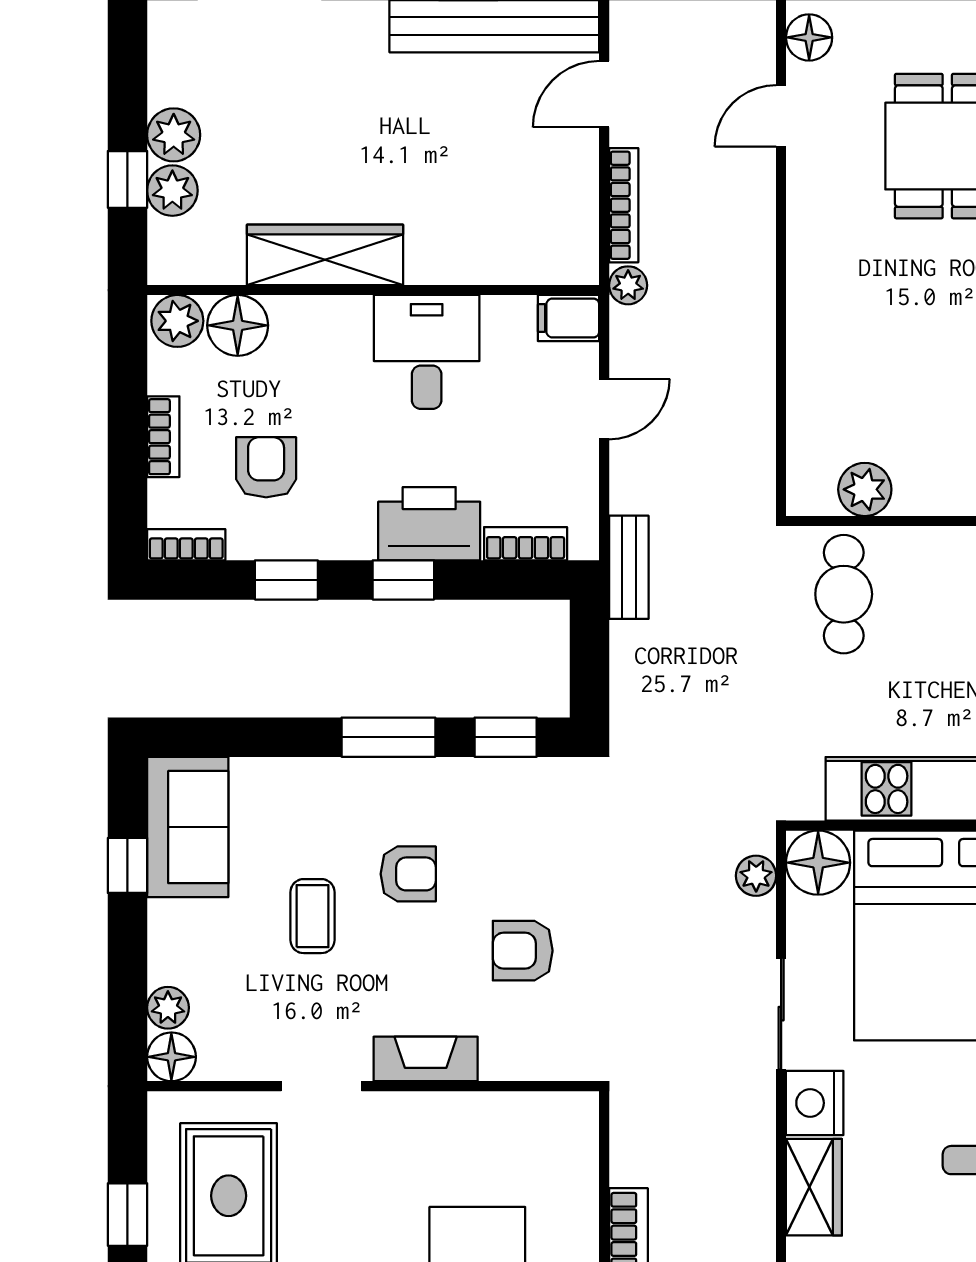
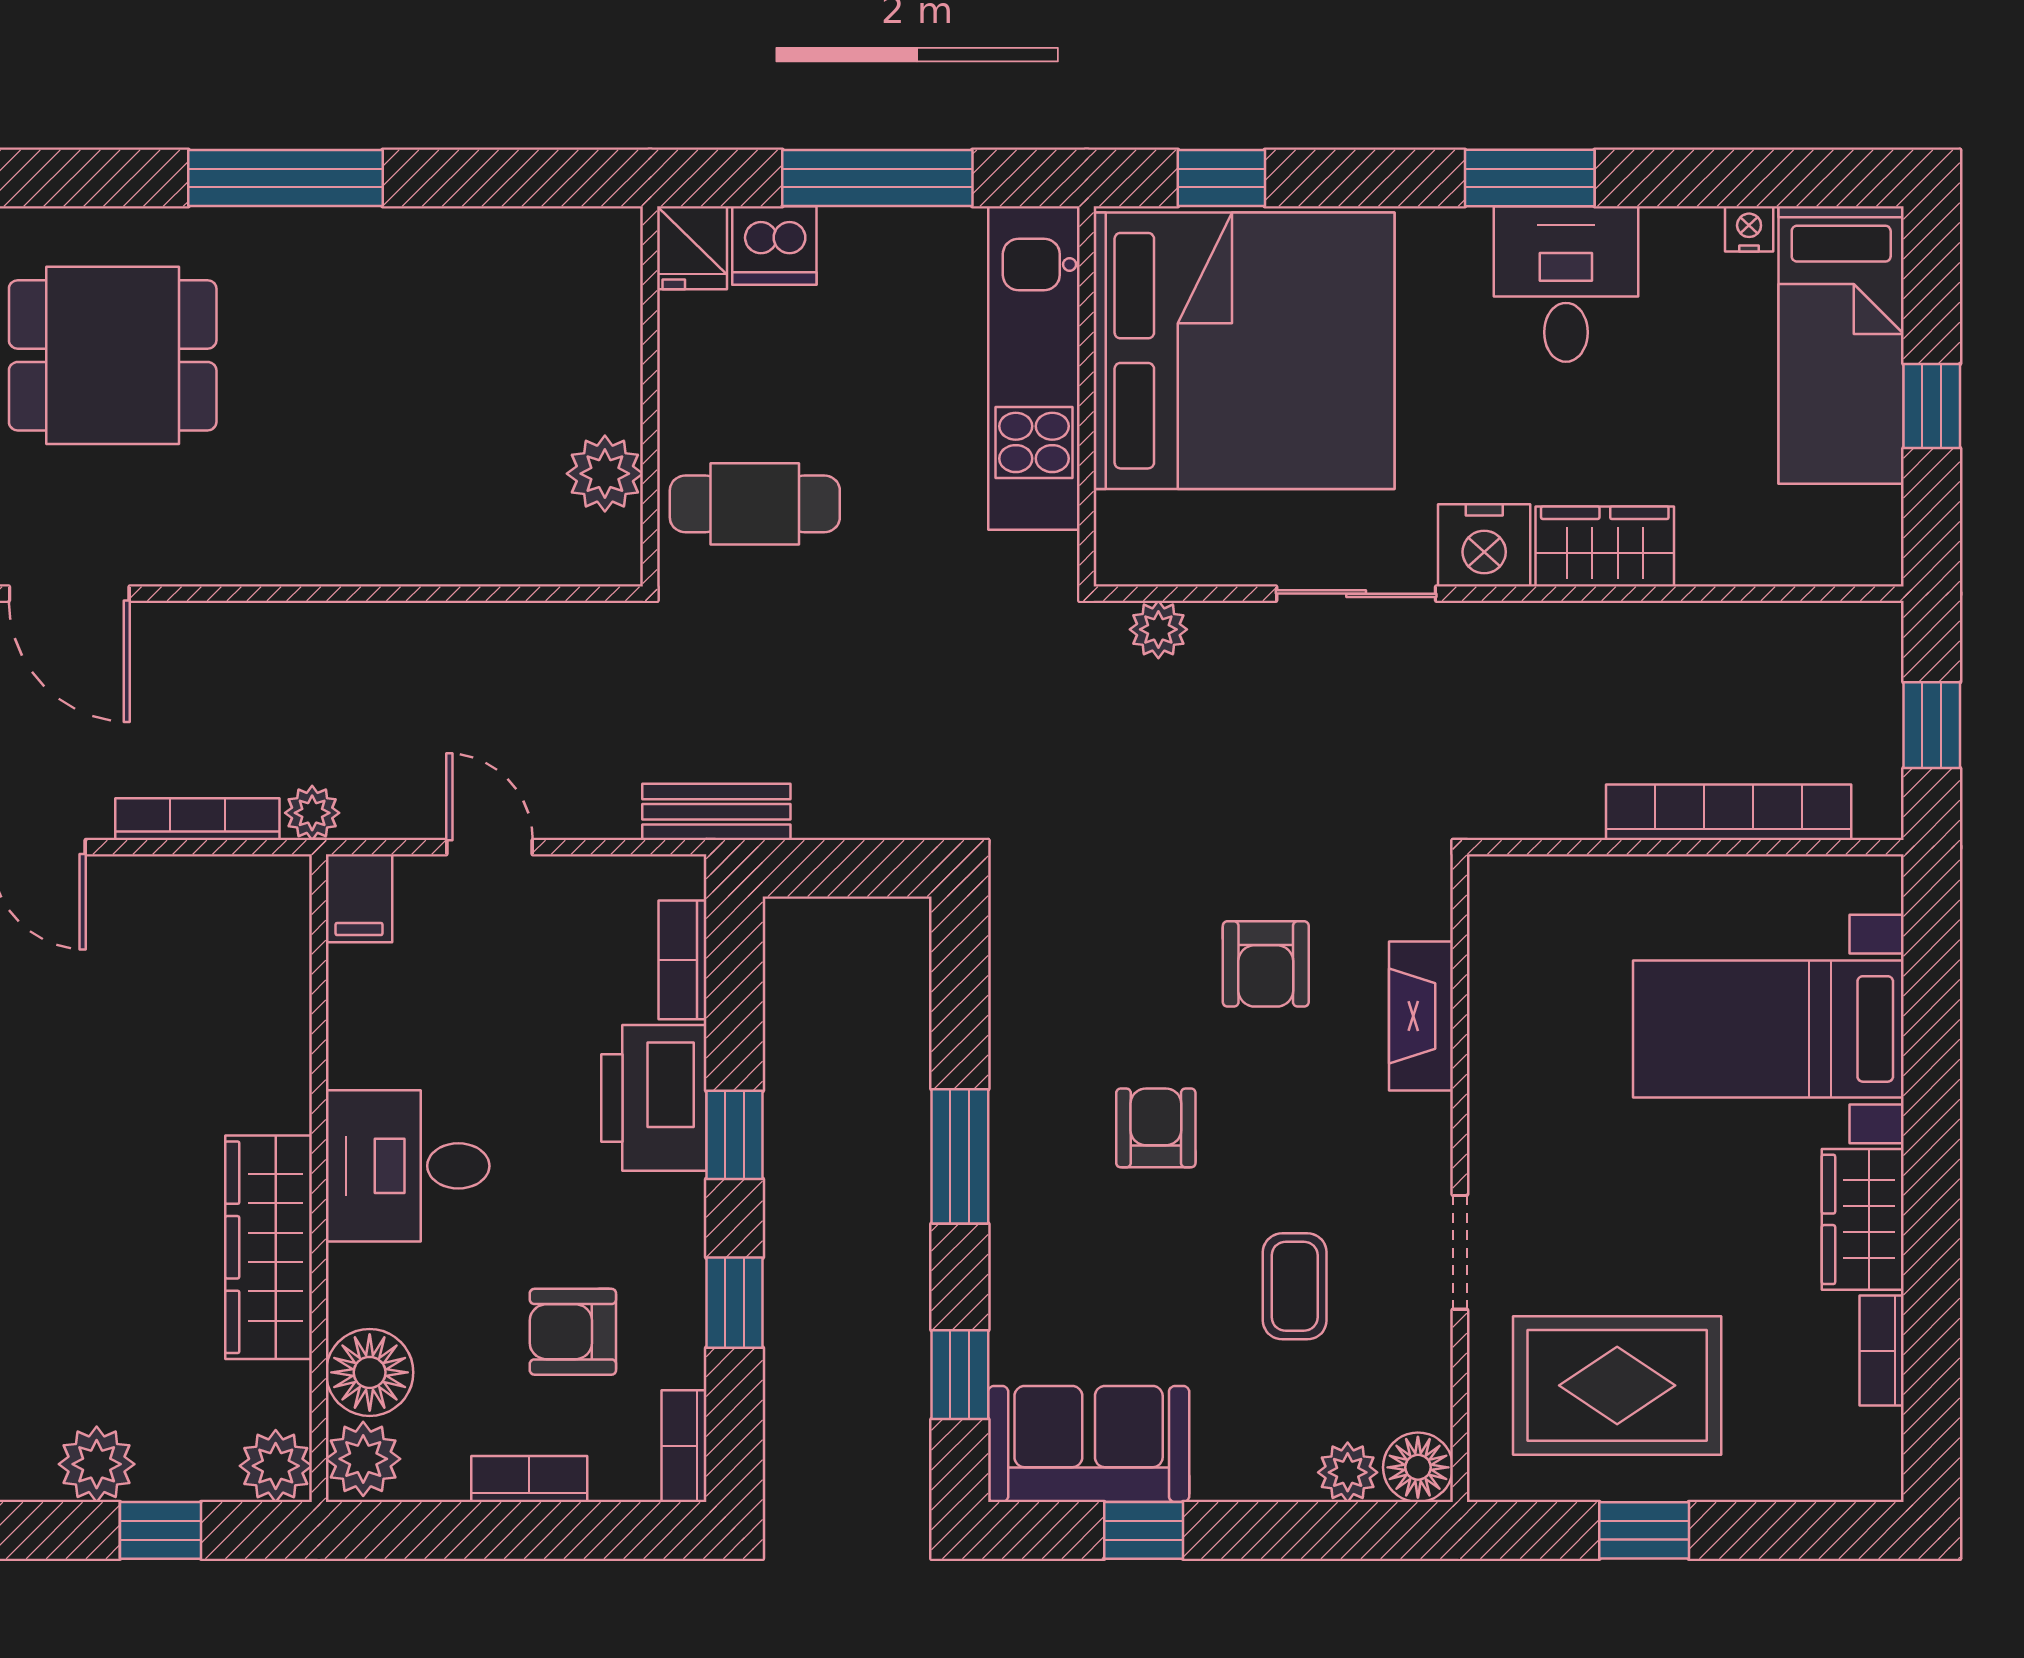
door: (781, 116) -> (69, 594), width x1.38
plant: (172, 191) -> (276, 1466), moved
desk: (427, 352) -> (408, 1166), moved
window: (506, 737) -> (960, 1375), moved
floor lamp: (818, 863) -> (1140, 541), removed
coffee table: (313, 916) -> (1295, 1286), moved, turned 90
fireplace: (426, 1059) -> (1421, 1016), moved

